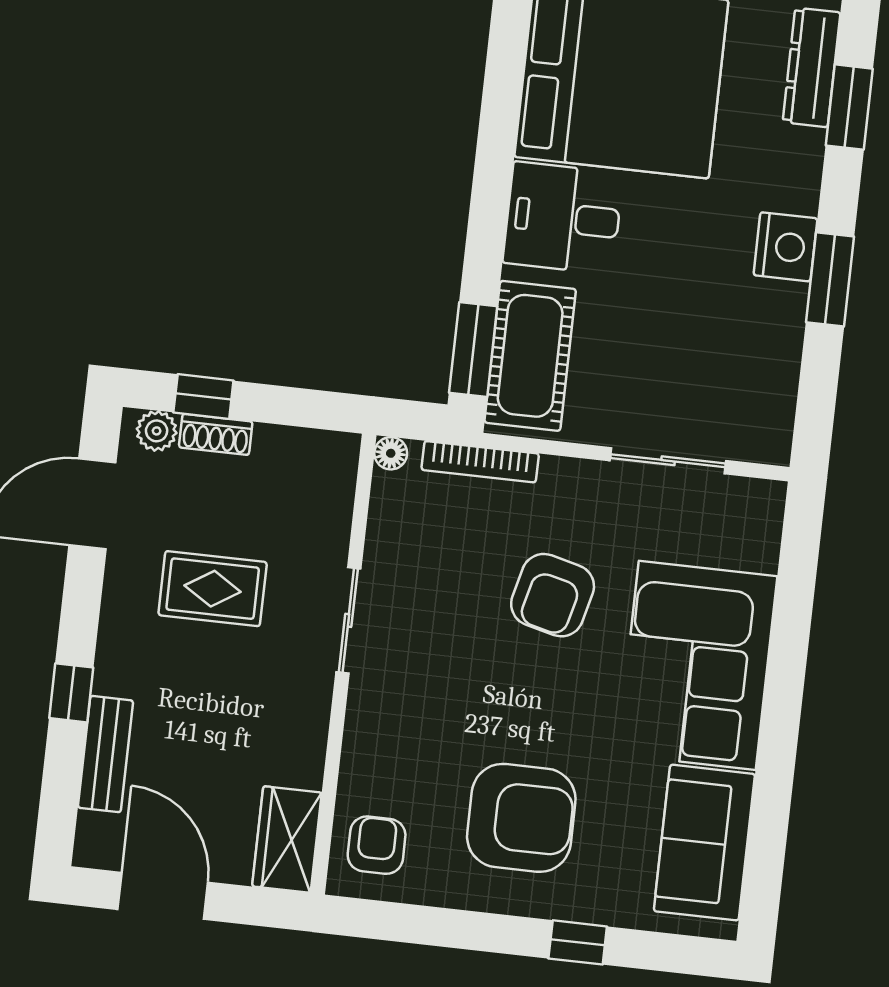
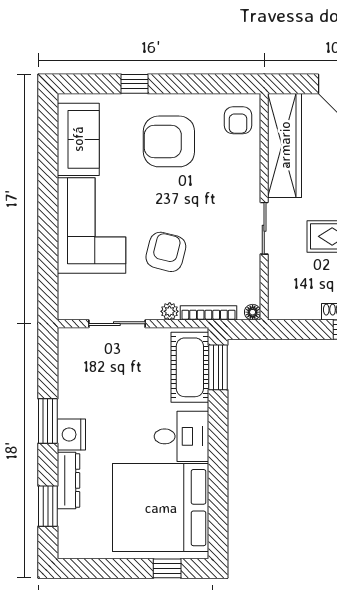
dresser: (812, 67) -> (68, 480), moved
plant: (559, 474) -> (170, 311), added
wardrobe: (287, 839) -> (285, 145), width x2.10, depth x1.17

